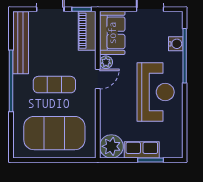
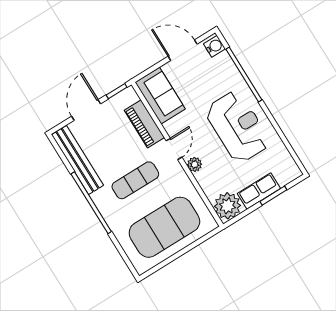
piano: (87, 31) -> (144, 124), moved
water cooler: (176, 44) -> (214, 46), moved
plant: (106, 62) -> (195, 164), moved

